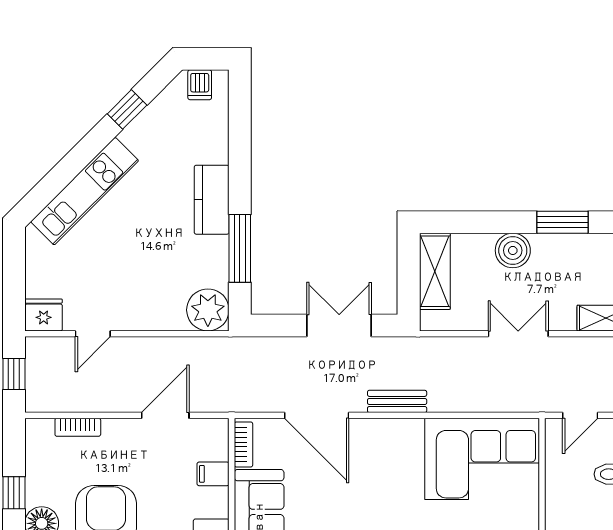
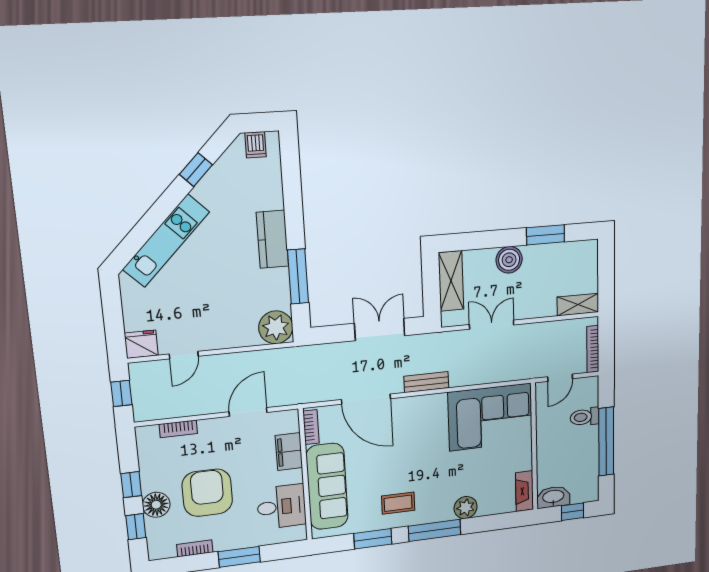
double door: (518, 334) -> (492, 325), moved
filing cabinet: (213, 474) -> (289, 452), width x2.00

